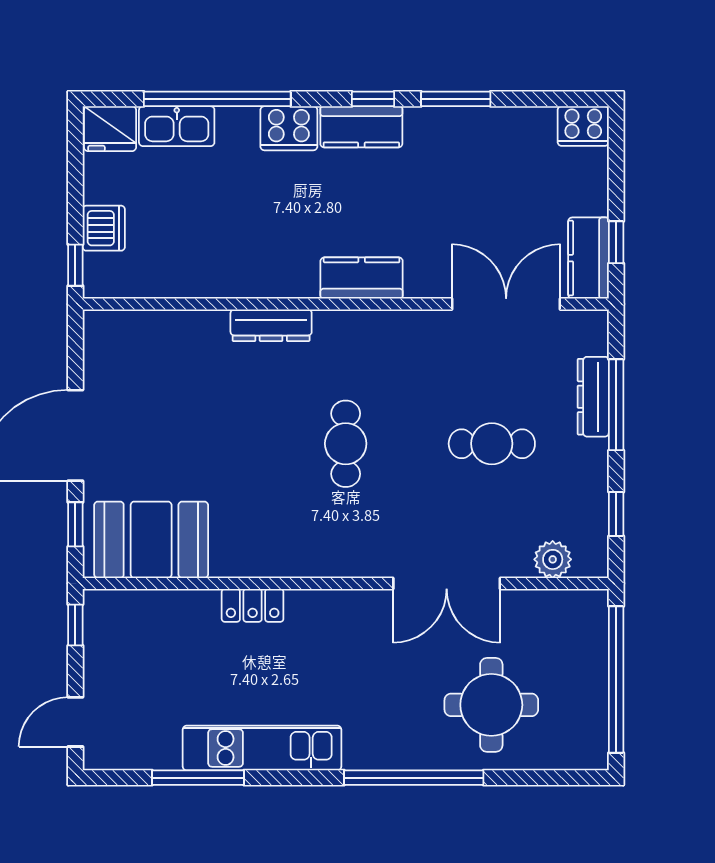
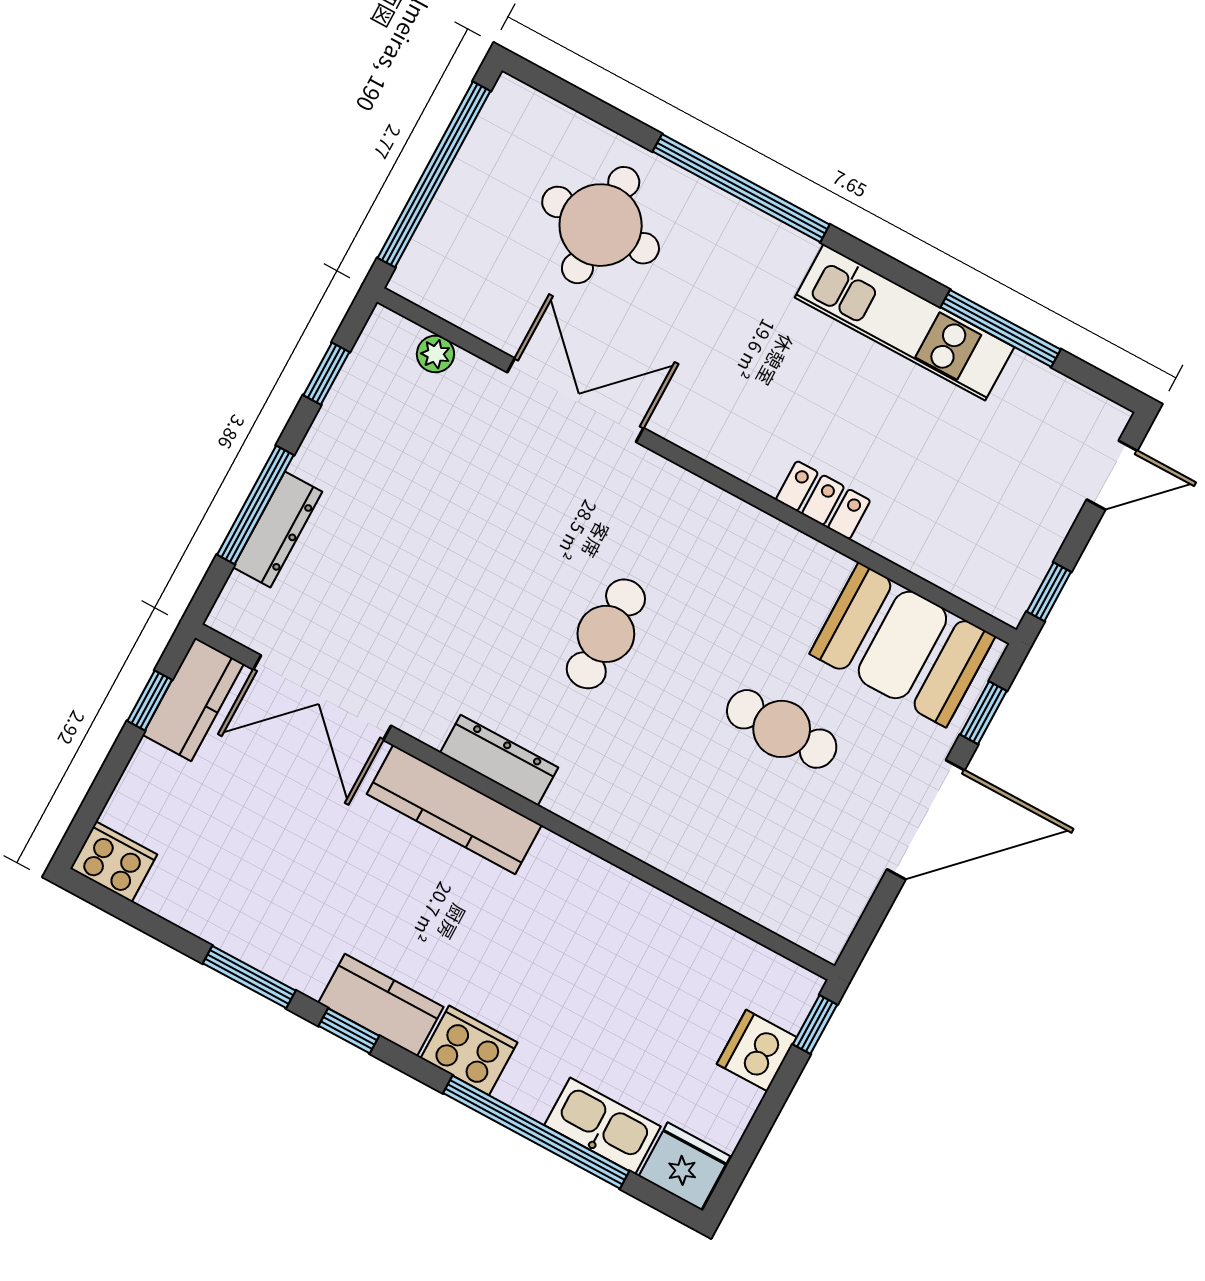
kitchen counter: (362, 278) -> (454, 810), width x1.50
dresser: (271, 325) -> (499, 760), moved
cafe table: (492, 444) -> (782, 729), moved
plant: (553, 559) -> (435, 354), width x0.73, depth x0.73

